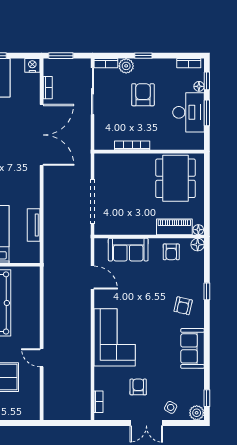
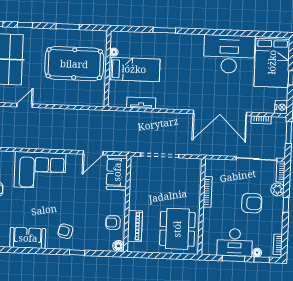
dining table: (176, 178) -> (177, 229), turned 90
floor lamp: (198, 230) -> (132, 247), removed
sofa: (128, 250) -> (117, 172), moved

